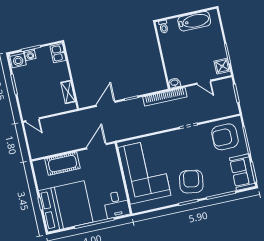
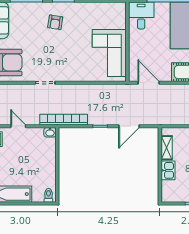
kitchen sink: (58, 53) -> (168, 170), moved
door: (97, 146) -> (149, 83), swing flipped
corner sofa: (144, 171) -> (109, 53), width x0.73, depth x0.74
armchair: (191, 182) -> (55, 22), width x0.53, depth x0.53

